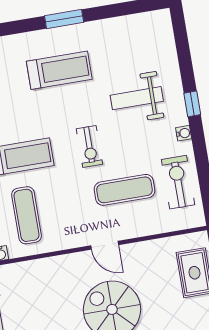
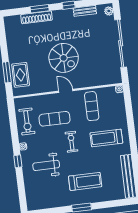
treadmill: (59, 70) -> (85, 181), turned 180
weight bench: (137, 98) -> (46, 165), turned 180
exercise mat: (27, 215) -> (92, 106), moved

